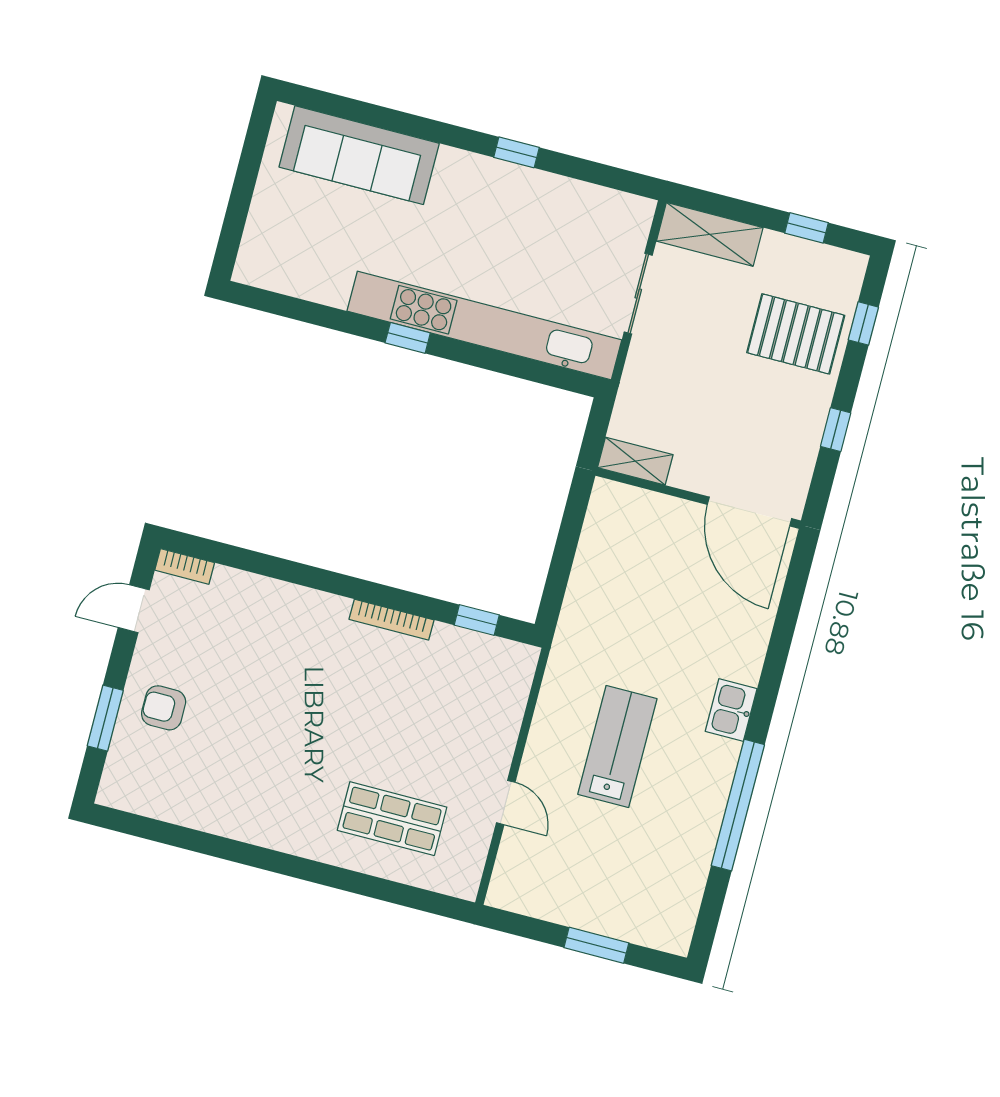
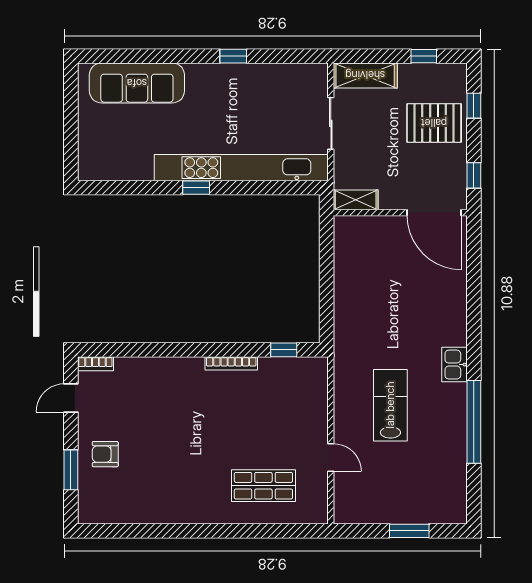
shelving: (635, 461) -> (356, 200), moved
wall: (698, 498) -> (400, 213), moved
door: (749, 512) -> (434, 213), moved

